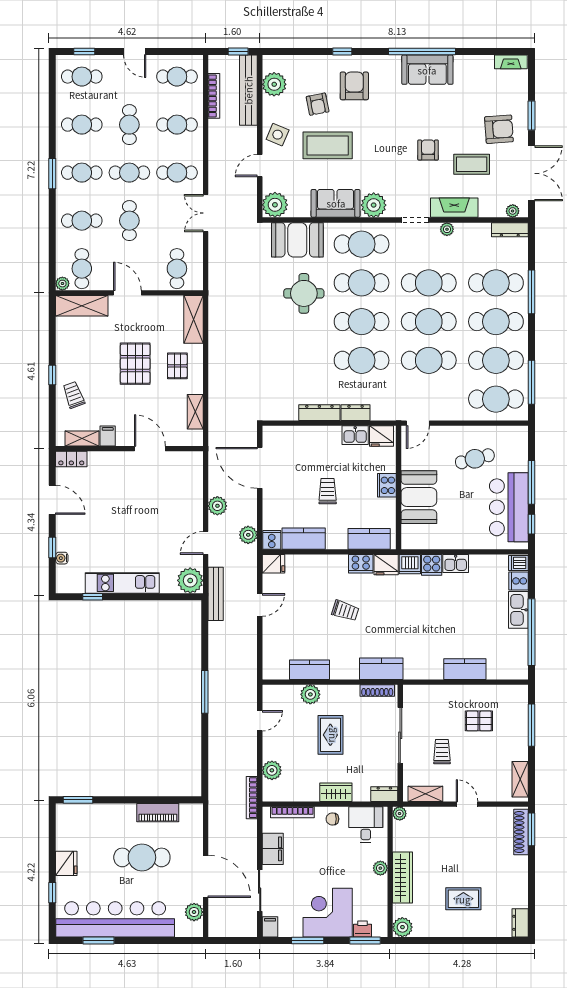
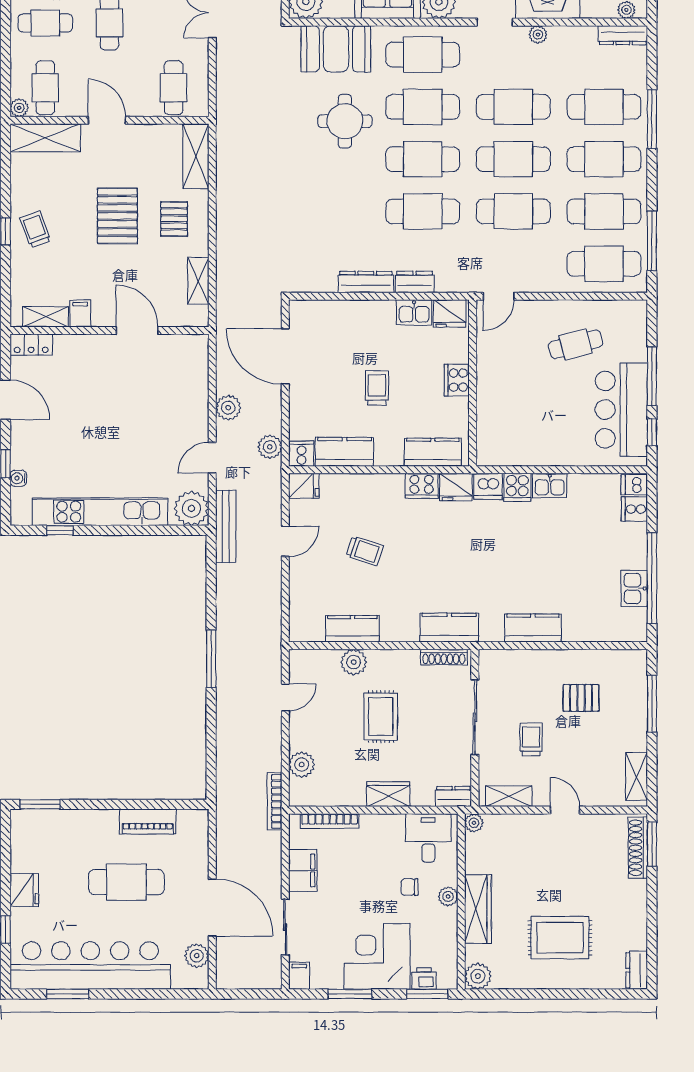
trolley: (74, 395) -> (35, 229), moved
booth: (419, 497) -> (500, 396), removed
kitchen unit: (122, 583) -> (100, 512), width x1.36
kitchen sink: (518, 610) -> (634, 589), moved, width x0.73
trolley: (345, 611) -> (365, 551), moved
kitchen counter: (465, 669) -> (533, 628), moved
chair: (332, 819) -> (410, 887), moved
rug: (463, 899) -> (560, 938), width x1.36, depth x1.43

